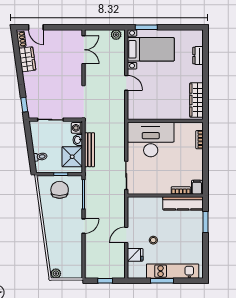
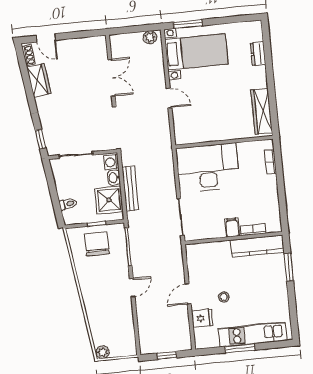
double door: (84, 50) -> (112, 78), moved
filing cabinet: (197, 187) -> (232, 227), moved

